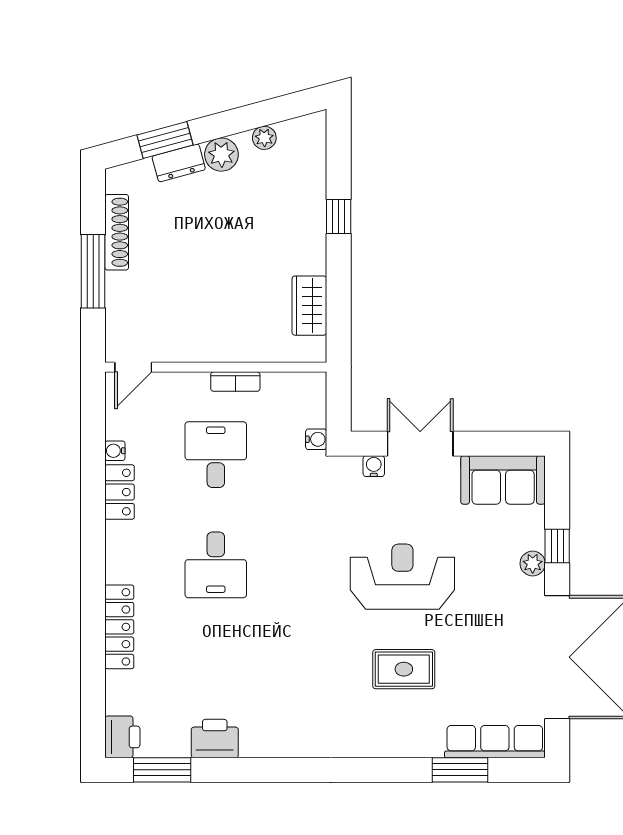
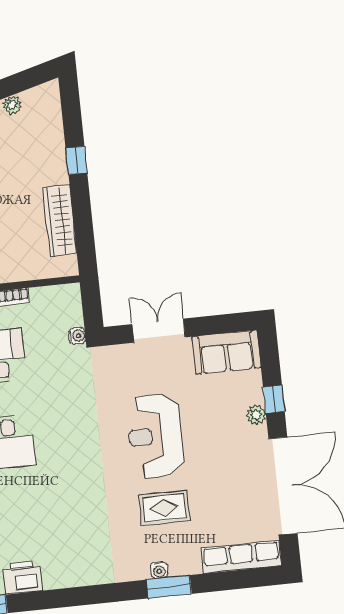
wardrobe: (309, 306) -> (60, 221), width x1.50
water cooler: (374, 466) -> (159, 570), moved, turned 180
reception desk: (402, 577) -> (156, 436), turned -90
window: (460, 770) -> (169, 587), moved

